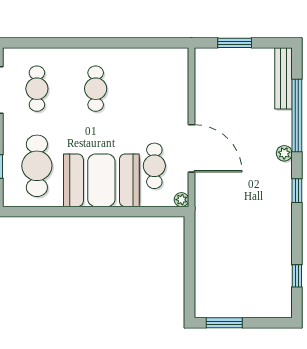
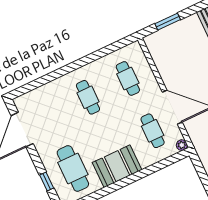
cafe table: (37, 89) -> (128, 78), moved
booth: (101, 180) -> (117, 166), width x0.73, depth x0.70

